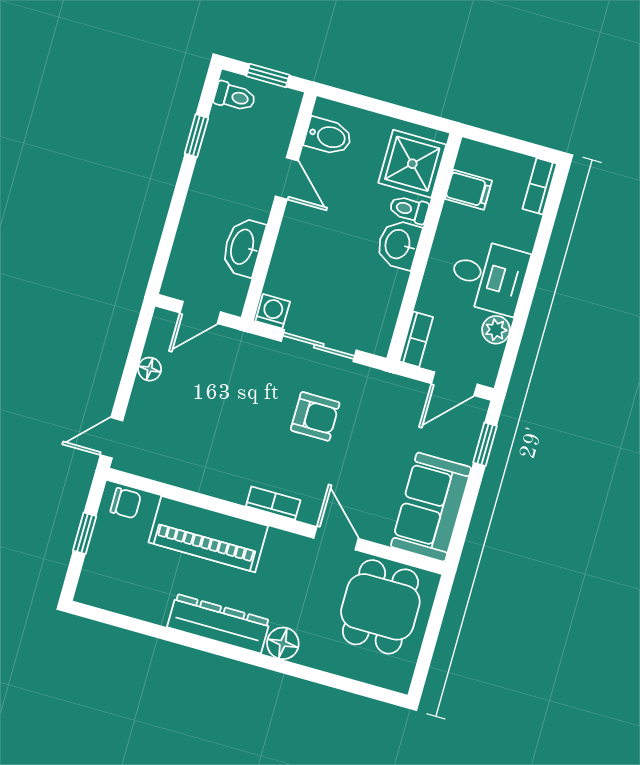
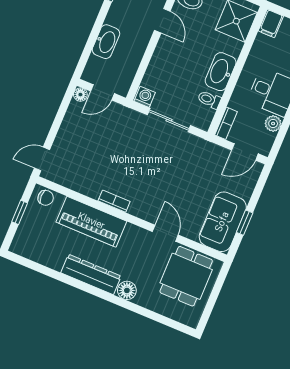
filing cabinet: (468, 190) -> (271, 23), moved, turned 90
toilet: (409, 209) -> (209, 100), moved
washbasin: (399, 244) -> (221, 72), width x1.38
washbasin: (243, 247) -> (106, 42), moved, turned 180
floor lamp: (150, 369) -> (80, 95), moved
armchair: (315, 416) -> (162, 161), removed
window: (485, 444) -> (245, 223), moved
bookcase: (273, 503) -> (114, 201), moved

